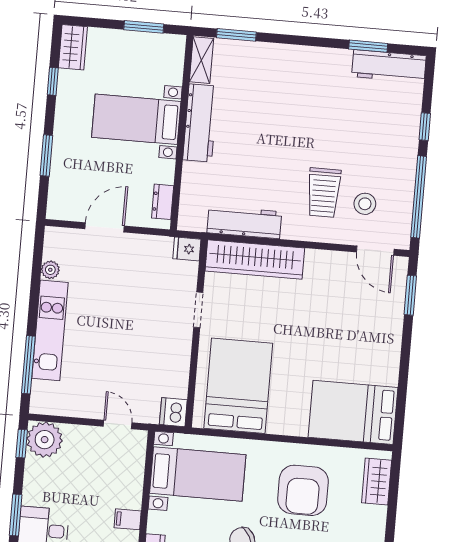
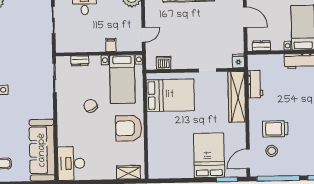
workbench: (244, 222) -> (255, 84), width x0.73
dishwasher: (173, 412) -> (164, 63), moved
bed: (353, 412) -> (209, 155), moved
armchair: (303, 490) -> (129, 128), moved
filing cabinet: (128, 519) -> (111, 45), moved

